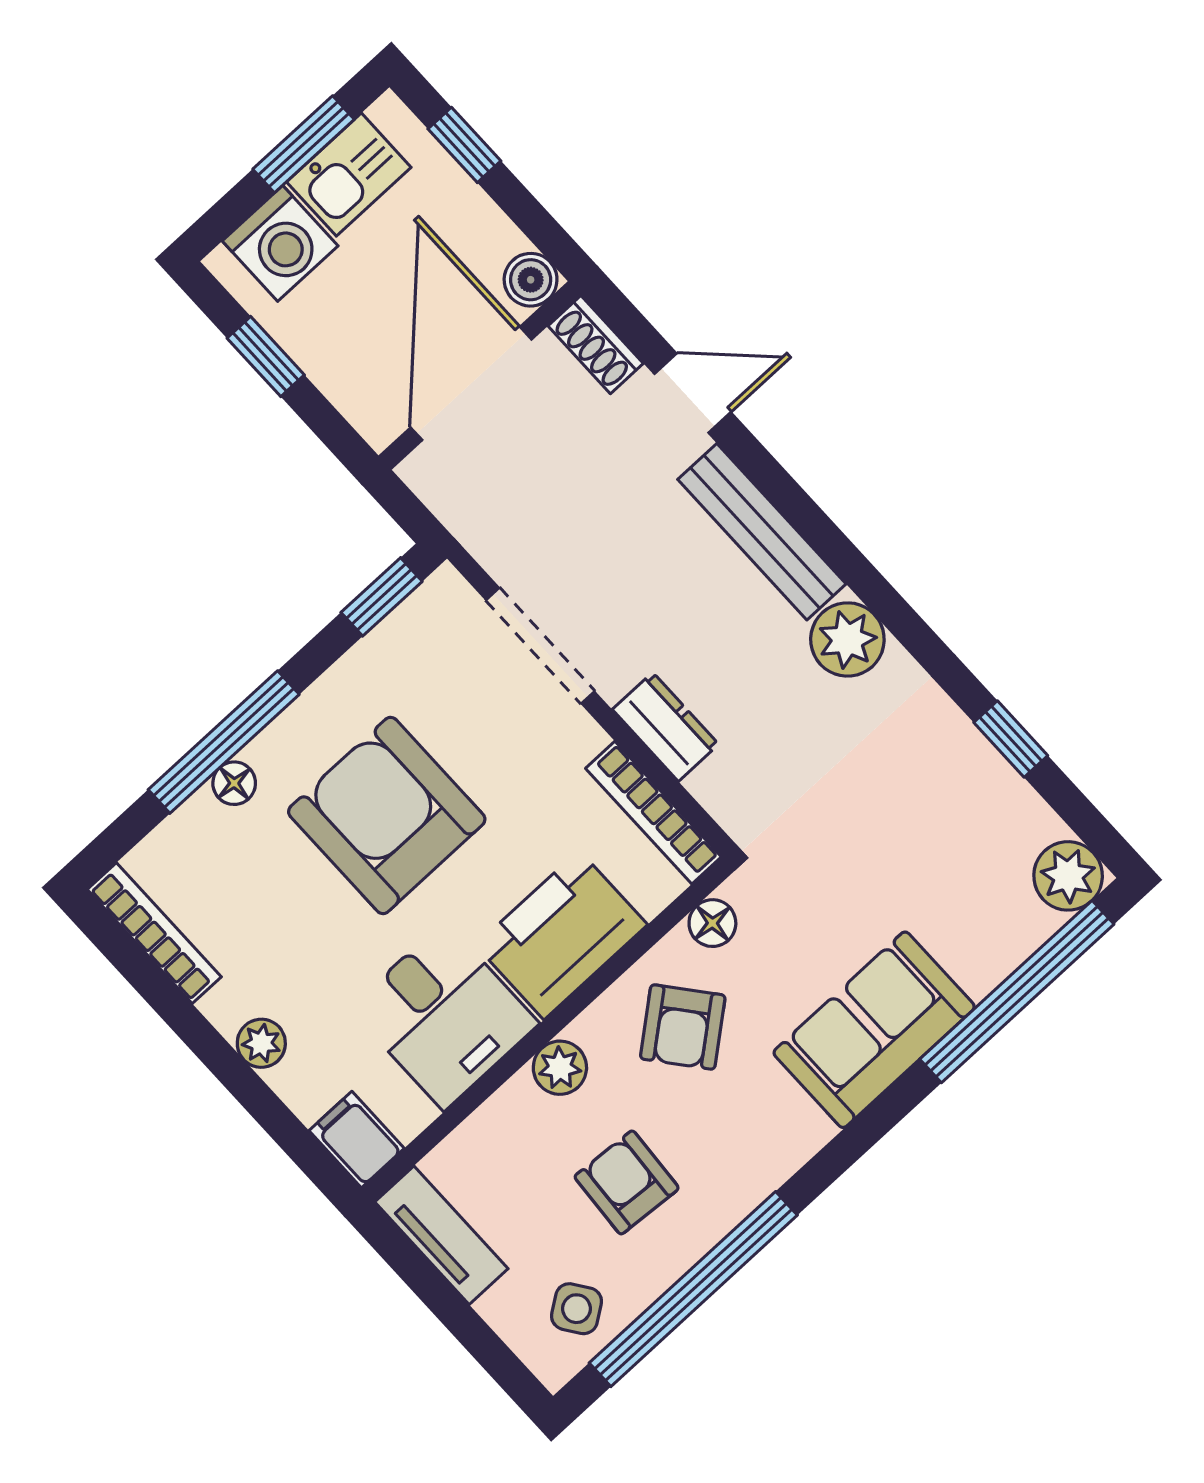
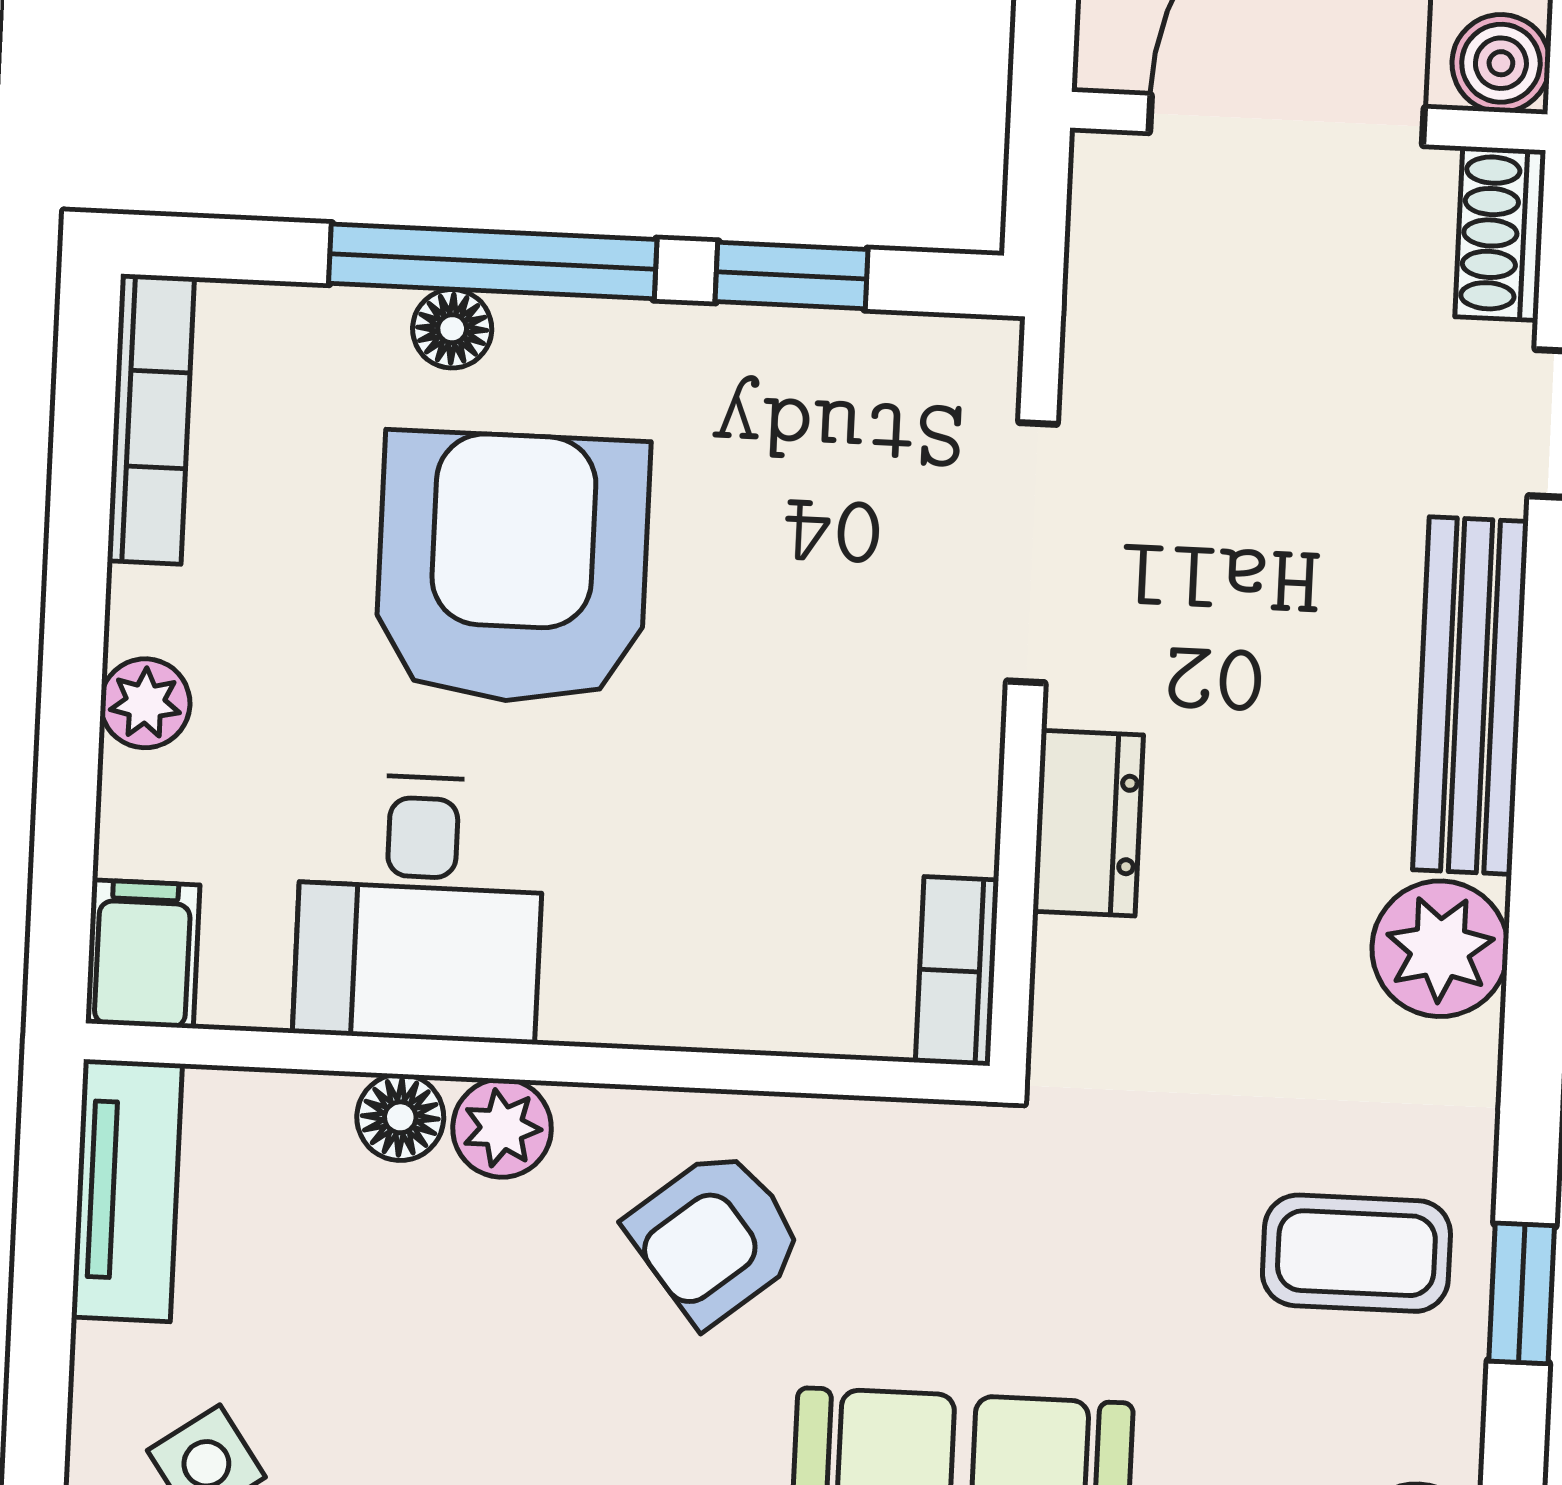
window: (382, 597) -> (791, 275), moved
coffee table: (933, 787) -> (1356, 1253), added
bookcase: (653, 813) -> (957, 971), width x0.64
armchair: (387, 815) -> (512, 568), moved
floor lamp: (712, 923) -> (400, 1117), moved
printer: (562, 935) -> (679, 957), removed
armchair: (627, 1182) -> (438, 1365), removed

